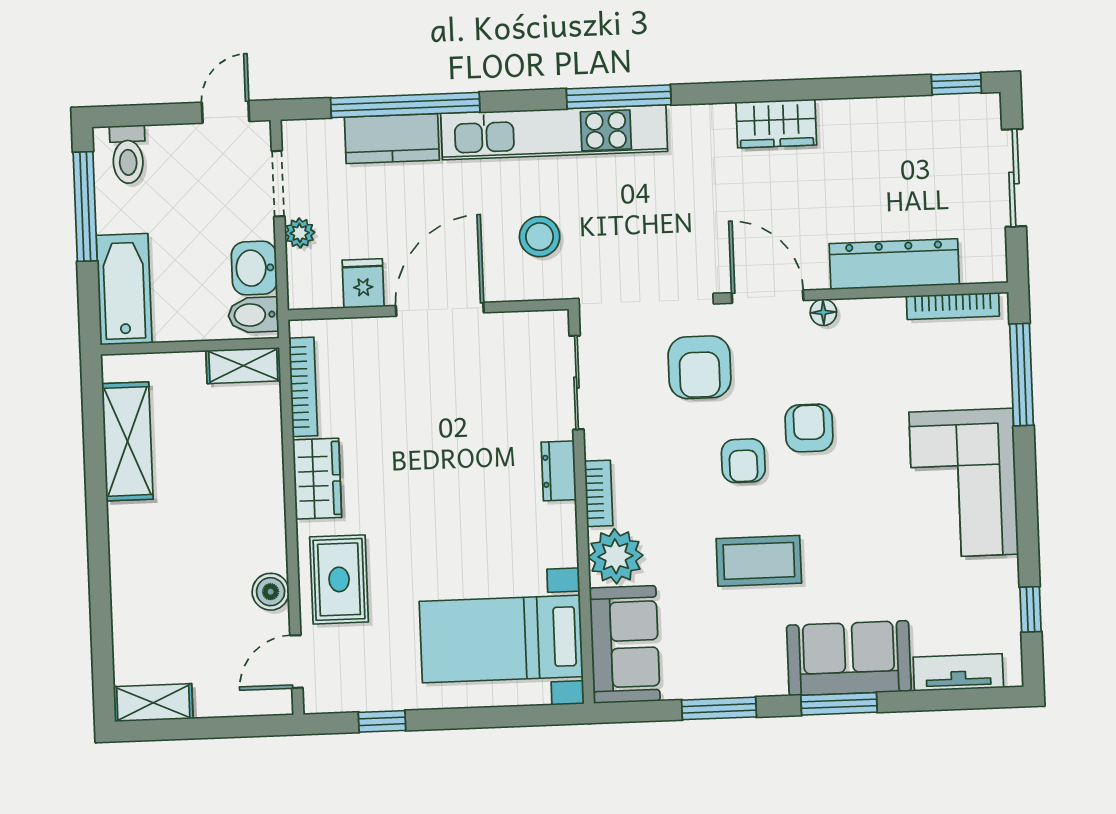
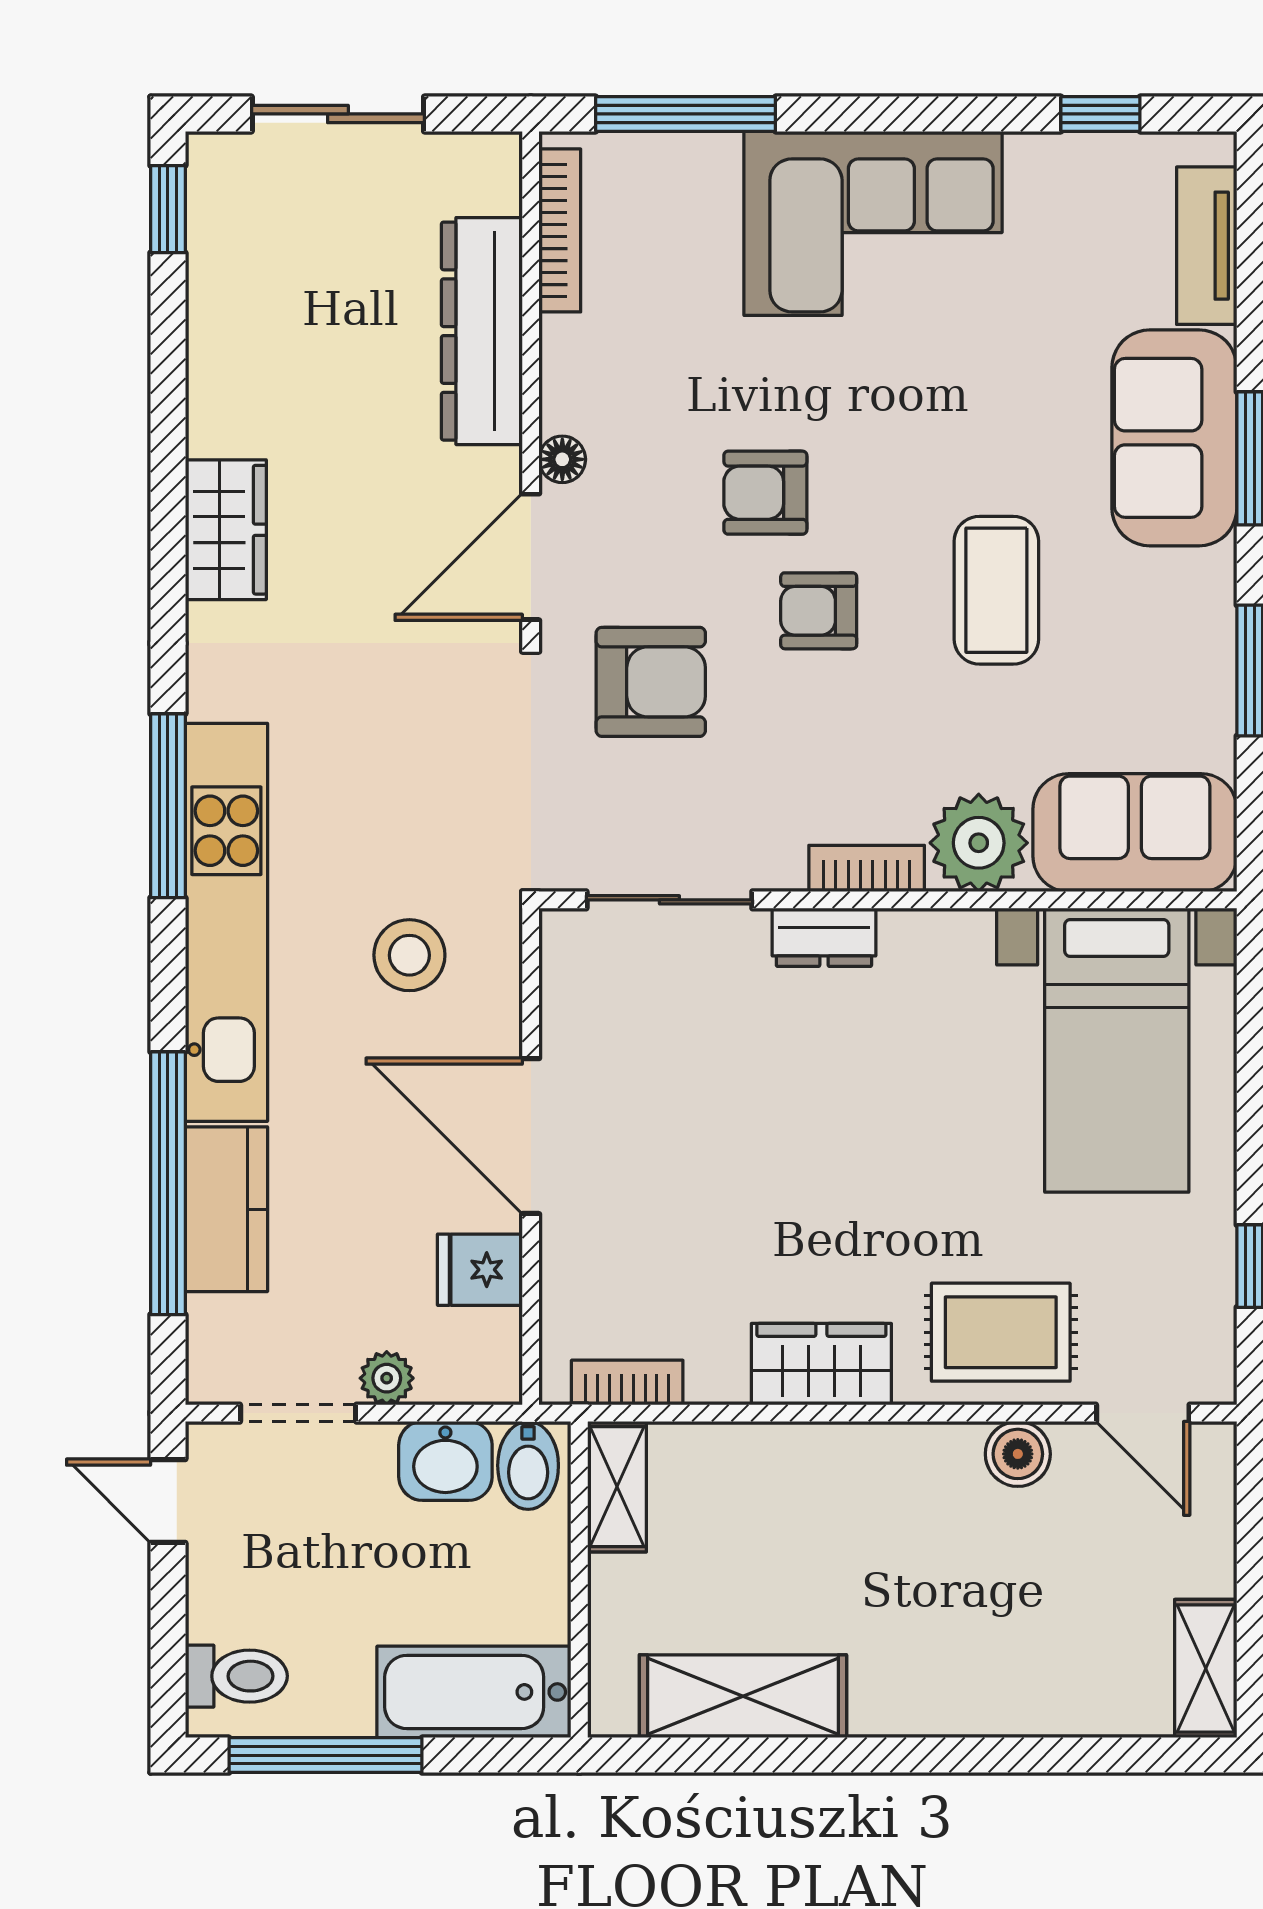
bookcase: (303, 387) -> (627, 1382), width x0.64
armchair: (743, 461) -> (819, 611), turned 180

